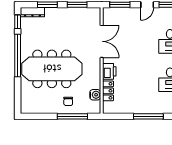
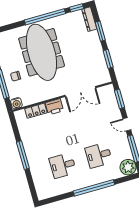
water cooler: (95, 95) -> (16, 103), moved

